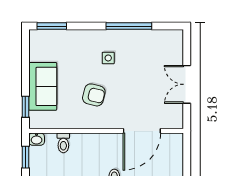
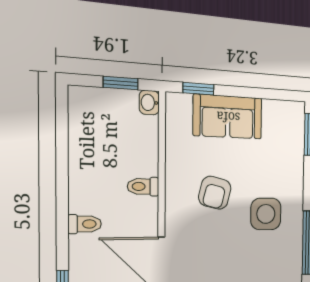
side table: (108, 58) -> (266, 214), width x1.87, depth x1.87
toilet: (63, 143) -> (143, 187), moved

